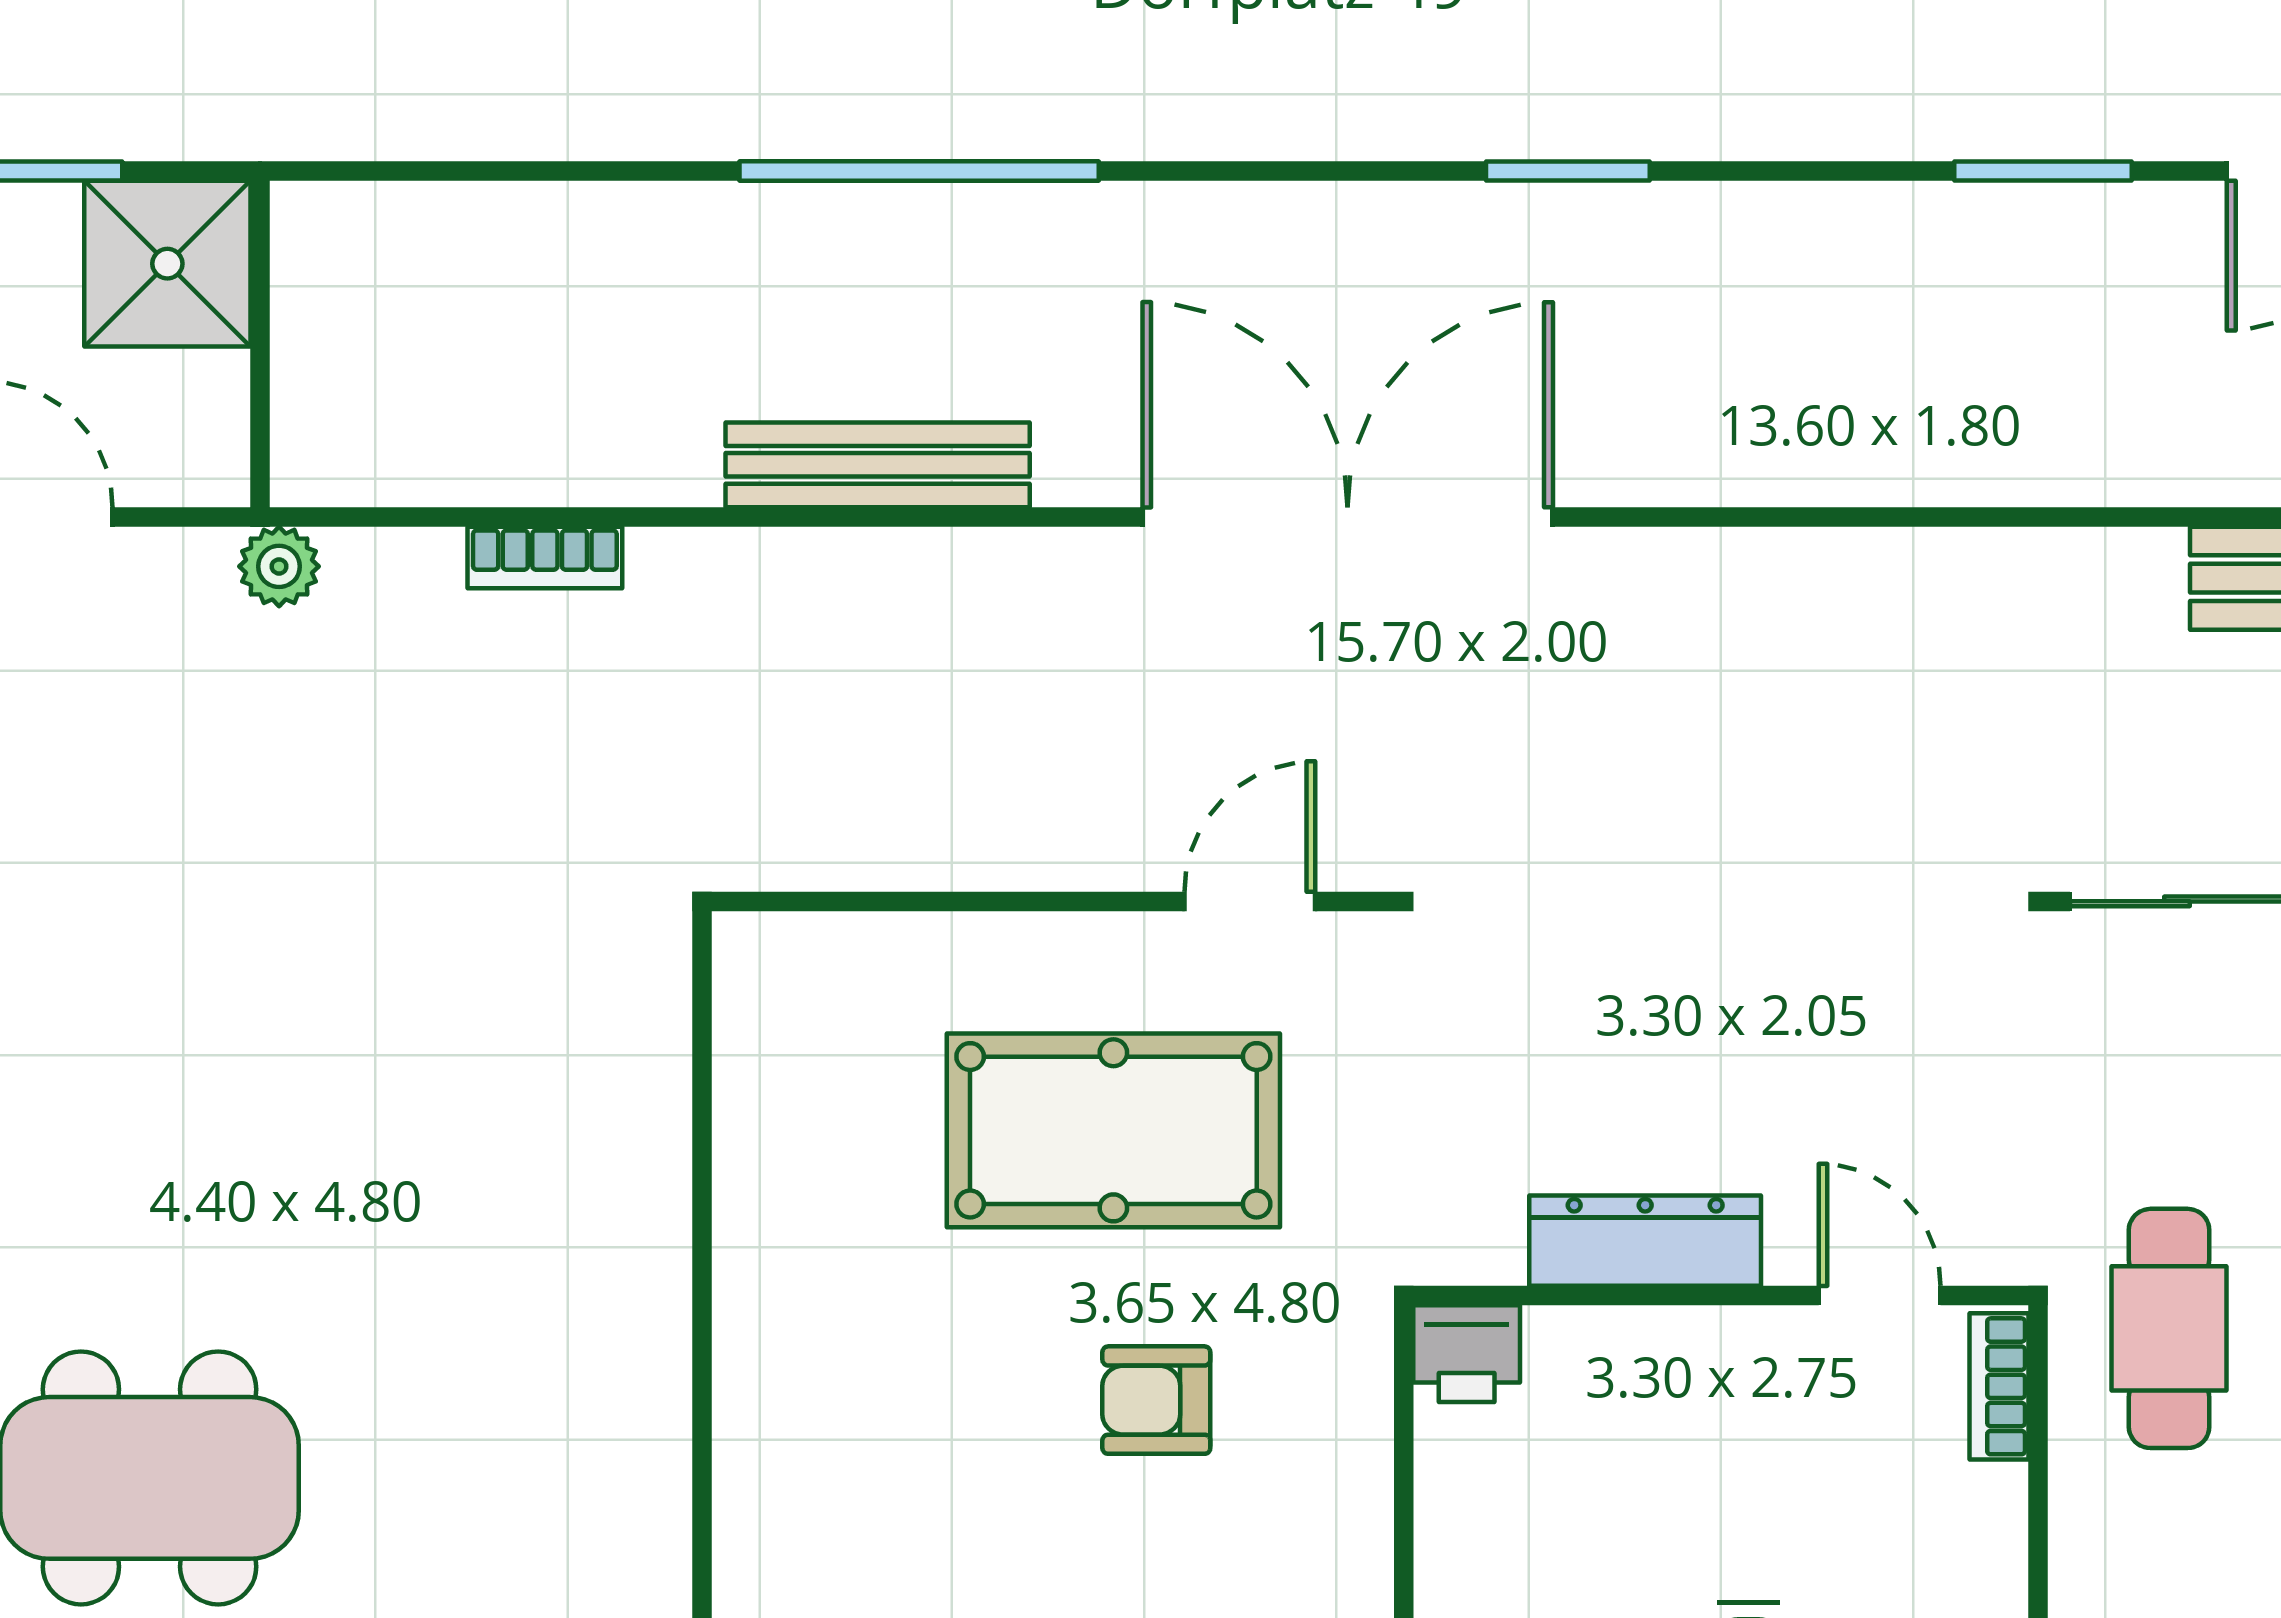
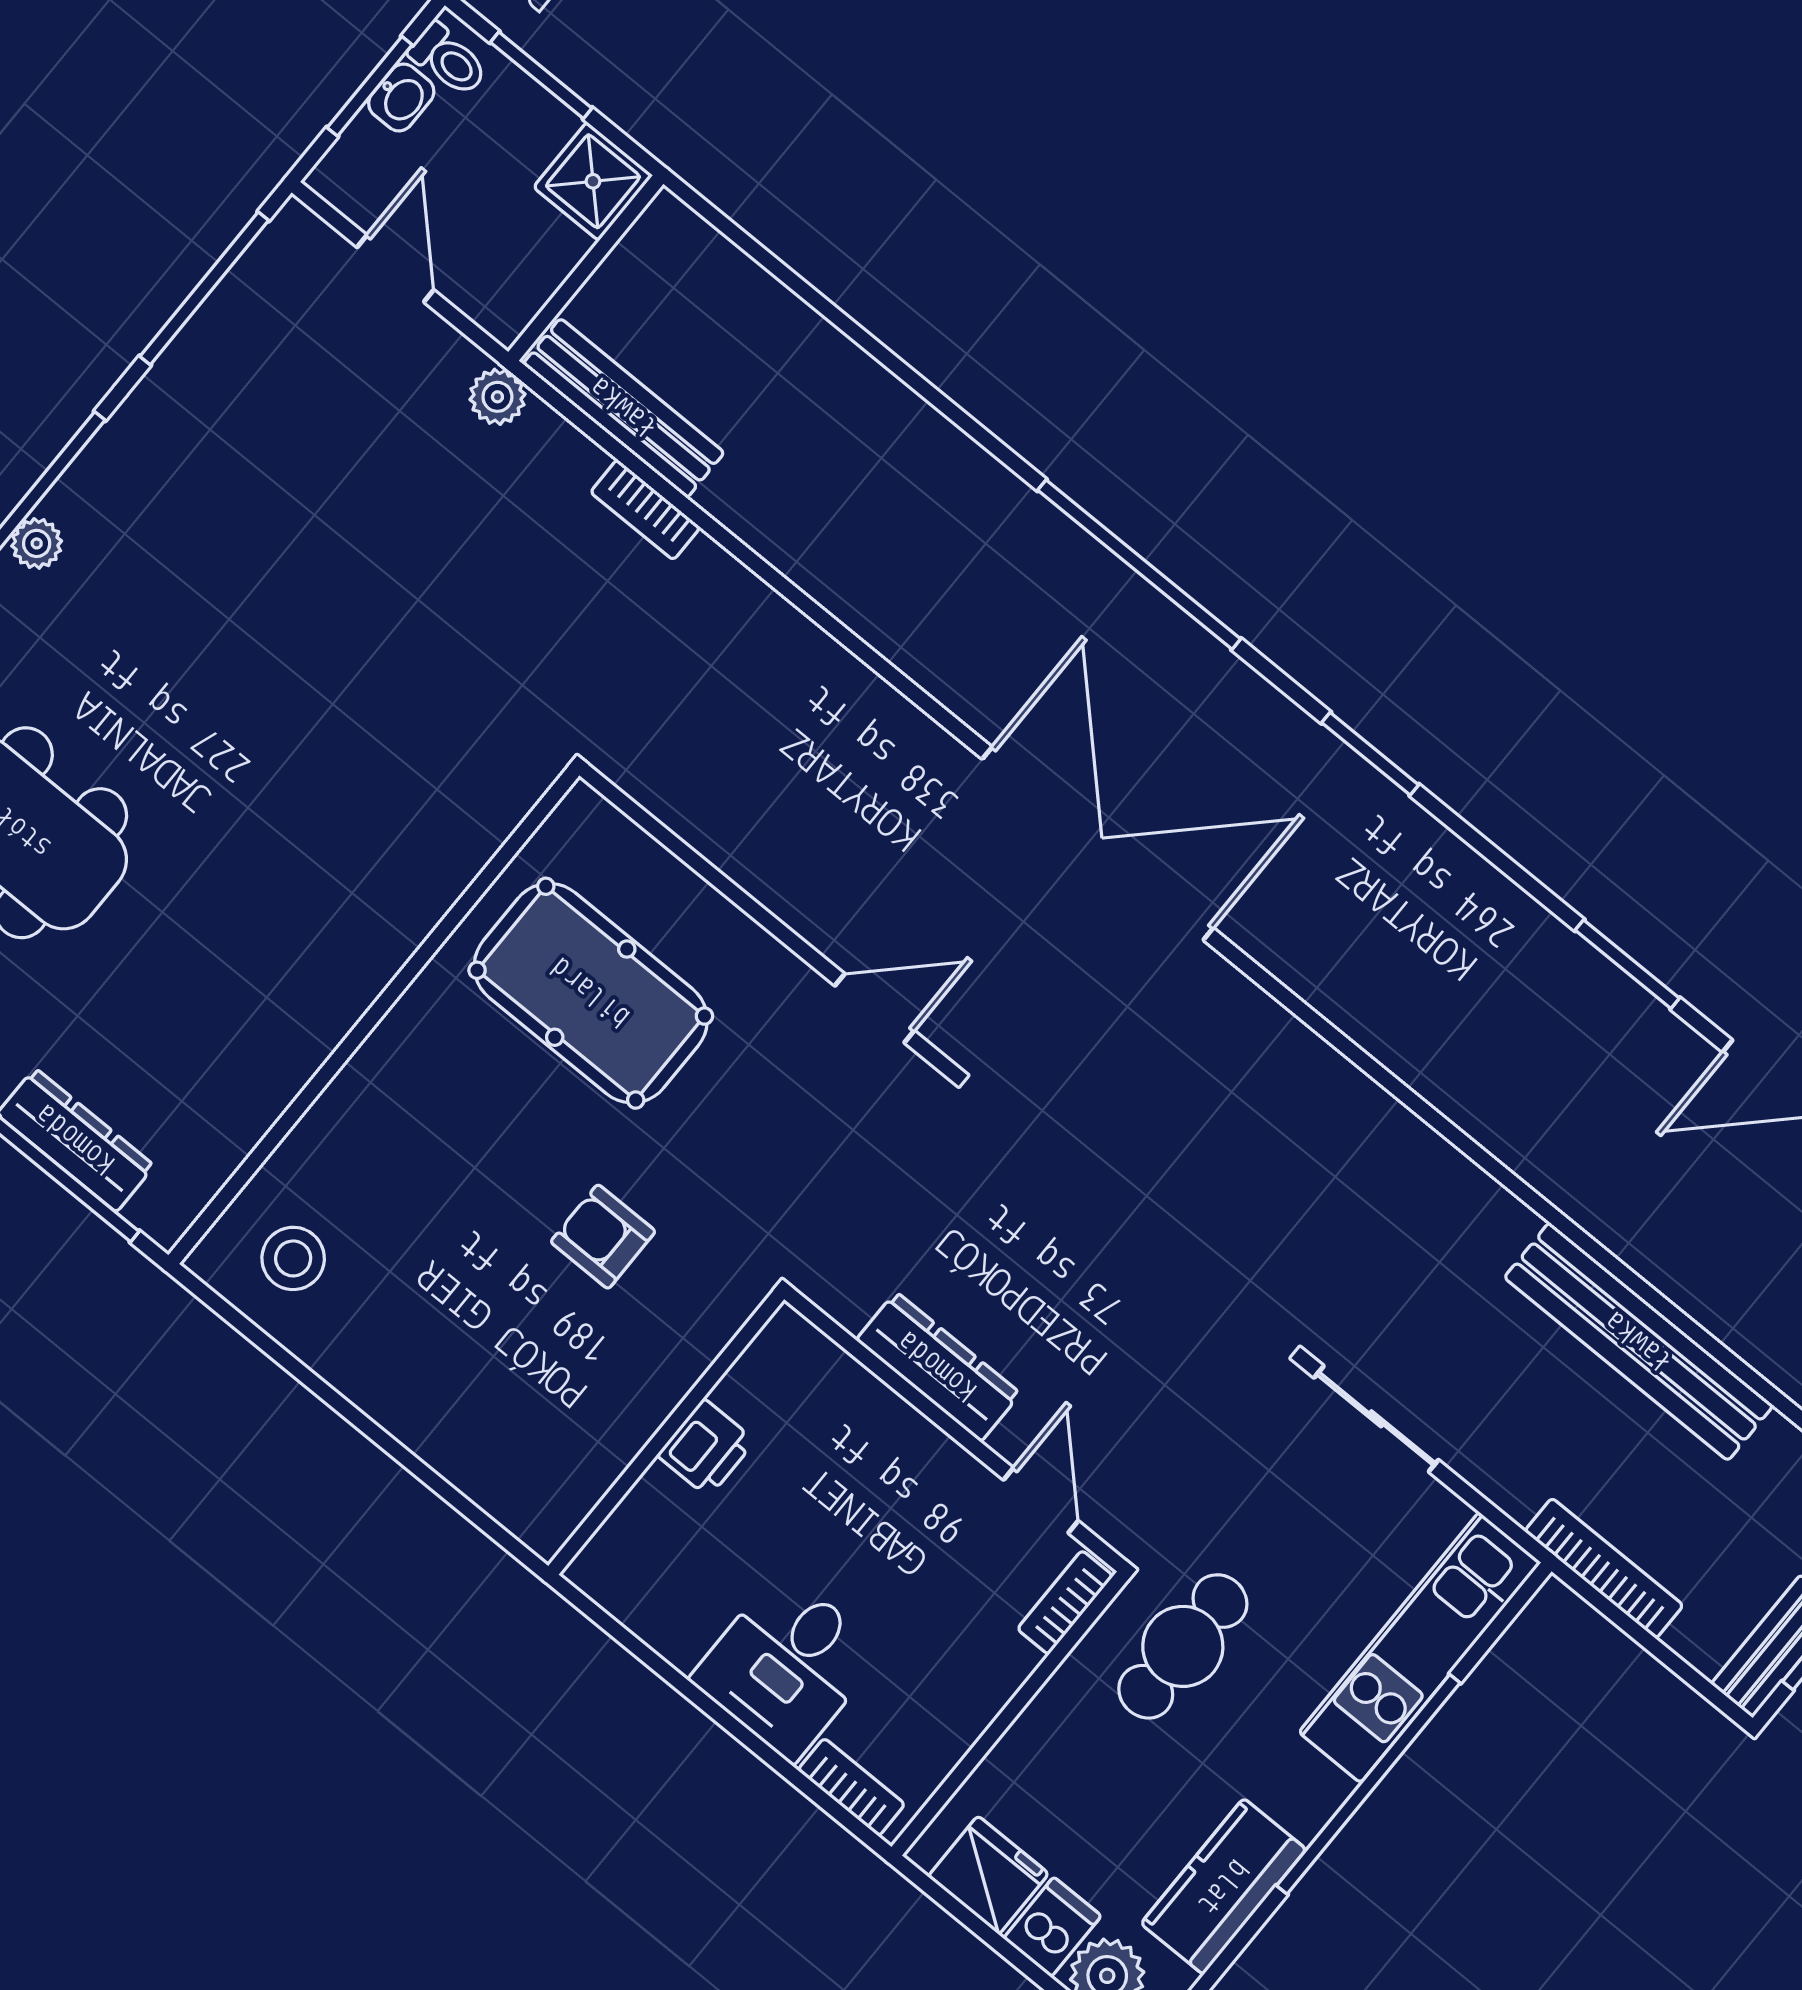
window: (919, 171) -> (1139, 565), moved
shower: (167, 264) -> (593, 181), width x0.73, depth x0.73
bench: (878, 465) -> (624, 408), moved
pool table: (1113, 1130) -> (591, 993), moved
printer: (1467, 1354) -> (706, 1448), moved, turned -90

